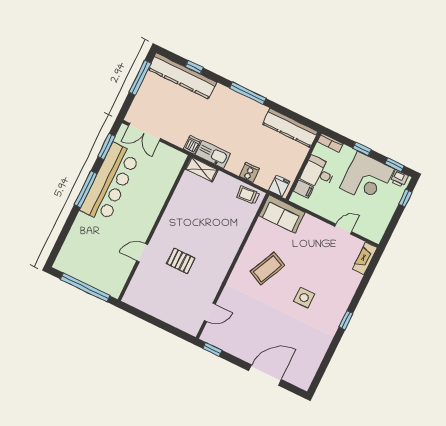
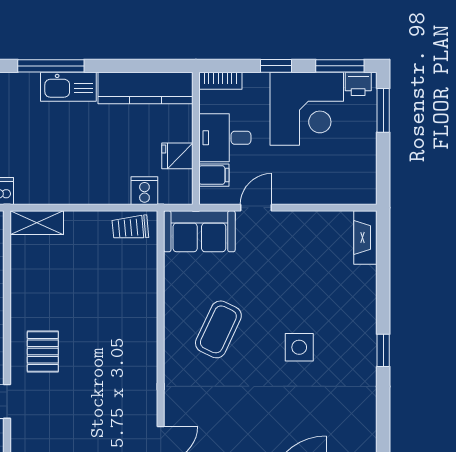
kitchen sink: (213, 154) -> (68, 87), moved, turned 180
window: (395, 165) -> (340, 66), width x1.50
cooker: (249, 172) -> (144, 191), moved
fridge: (279, 186) -> (177, 156), moved, turned -90
window: (405, 198) -> (383, 110), width x1.50
door: (343, 229) -> (256, 208), moved
pallet: (181, 261) -> (43, 351), moved, turned 90

